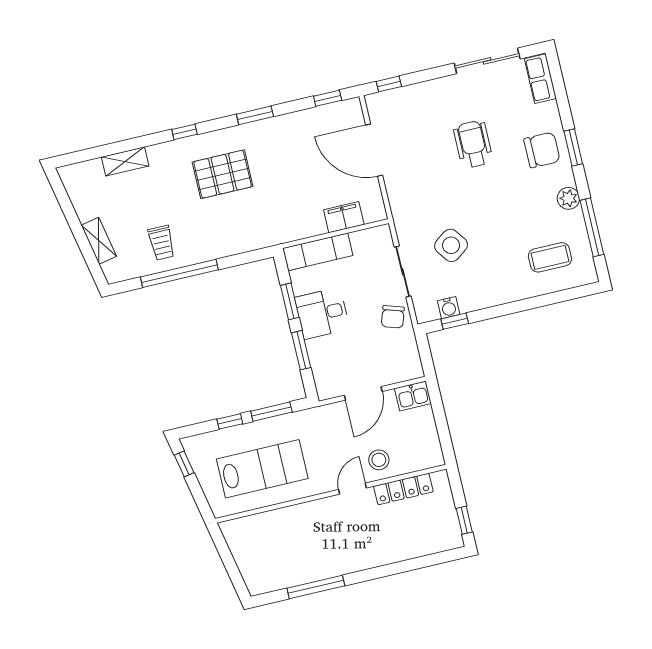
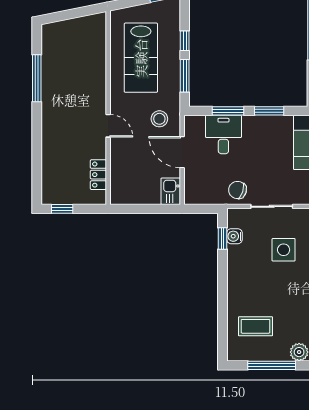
side table: (451, 245) -> (284, 250), turned 36
coffee table: (550, 257) -> (256, 326), turned 90
desk: (322, 313) -> (223, 134), moved
stool: (379, 460) -> (159, 119), moved
locker: (403, 489) -> (98, 175), width x0.66

